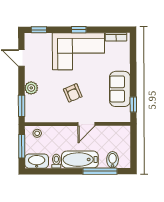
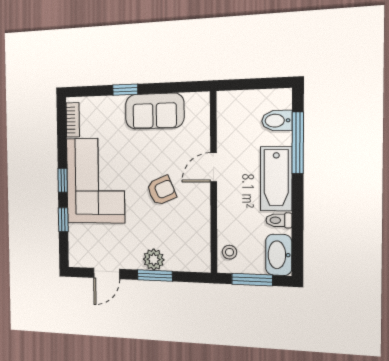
window: (39, 30) -> (63, 220), moved
window: (133, 104) -> (125, 90), moved
window: (22, 106) -> (155, 275), moved
door: (86, 124) -> (214, 167), swing flipped

